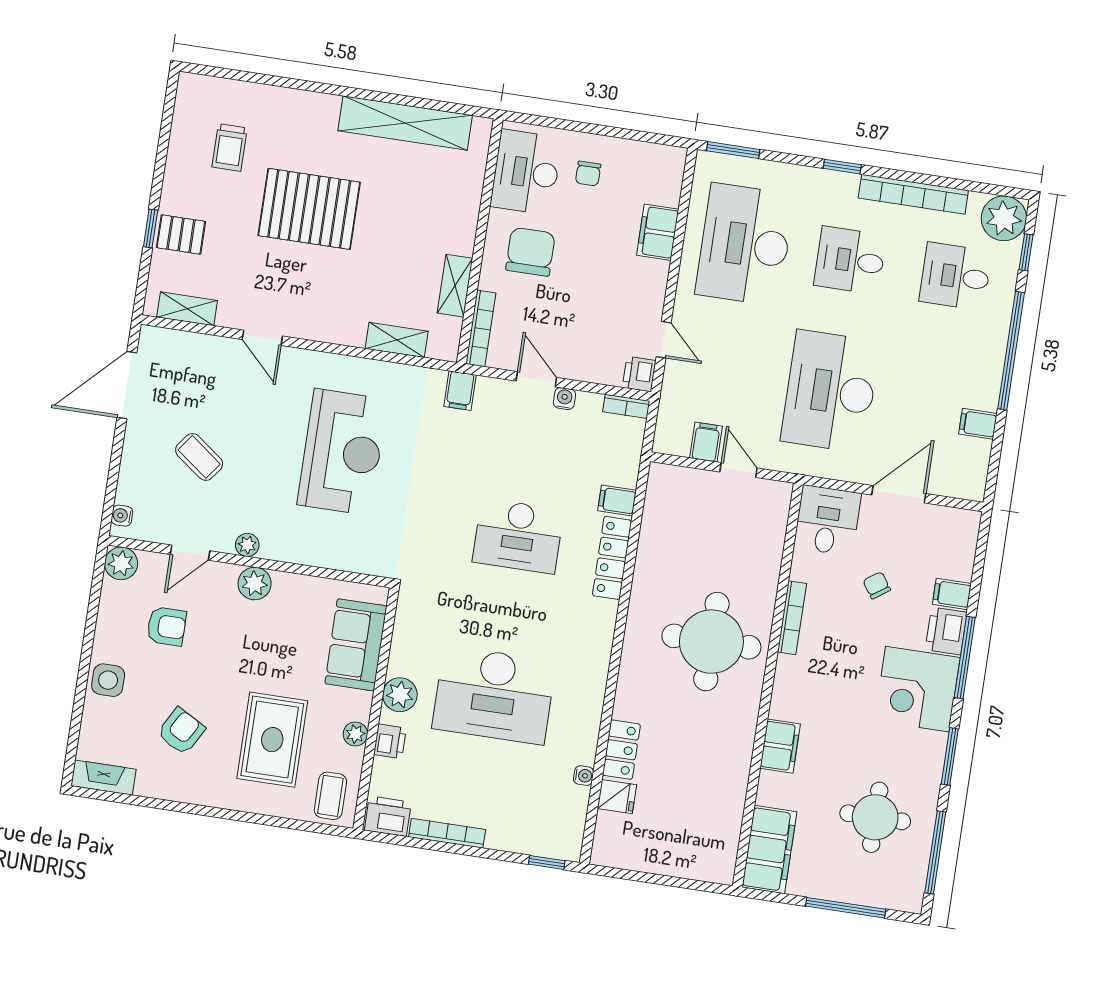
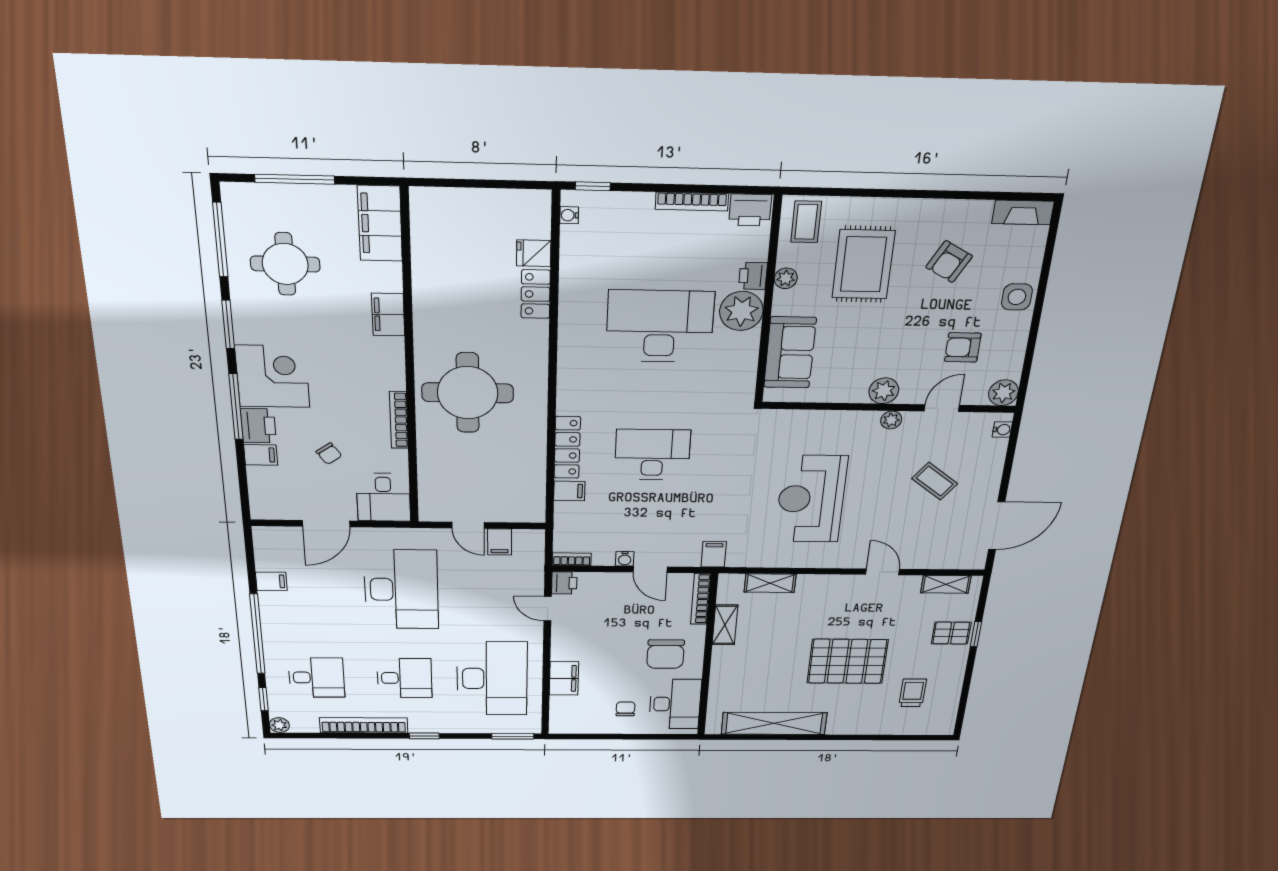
plant: (1004, 218) -> (279, 725), width x0.53, depth x0.53
plant: (400, 695) -> (741, 311), width x1.36, depth x1.36
water cooler: (584, 776) -> (569, 215), moved

